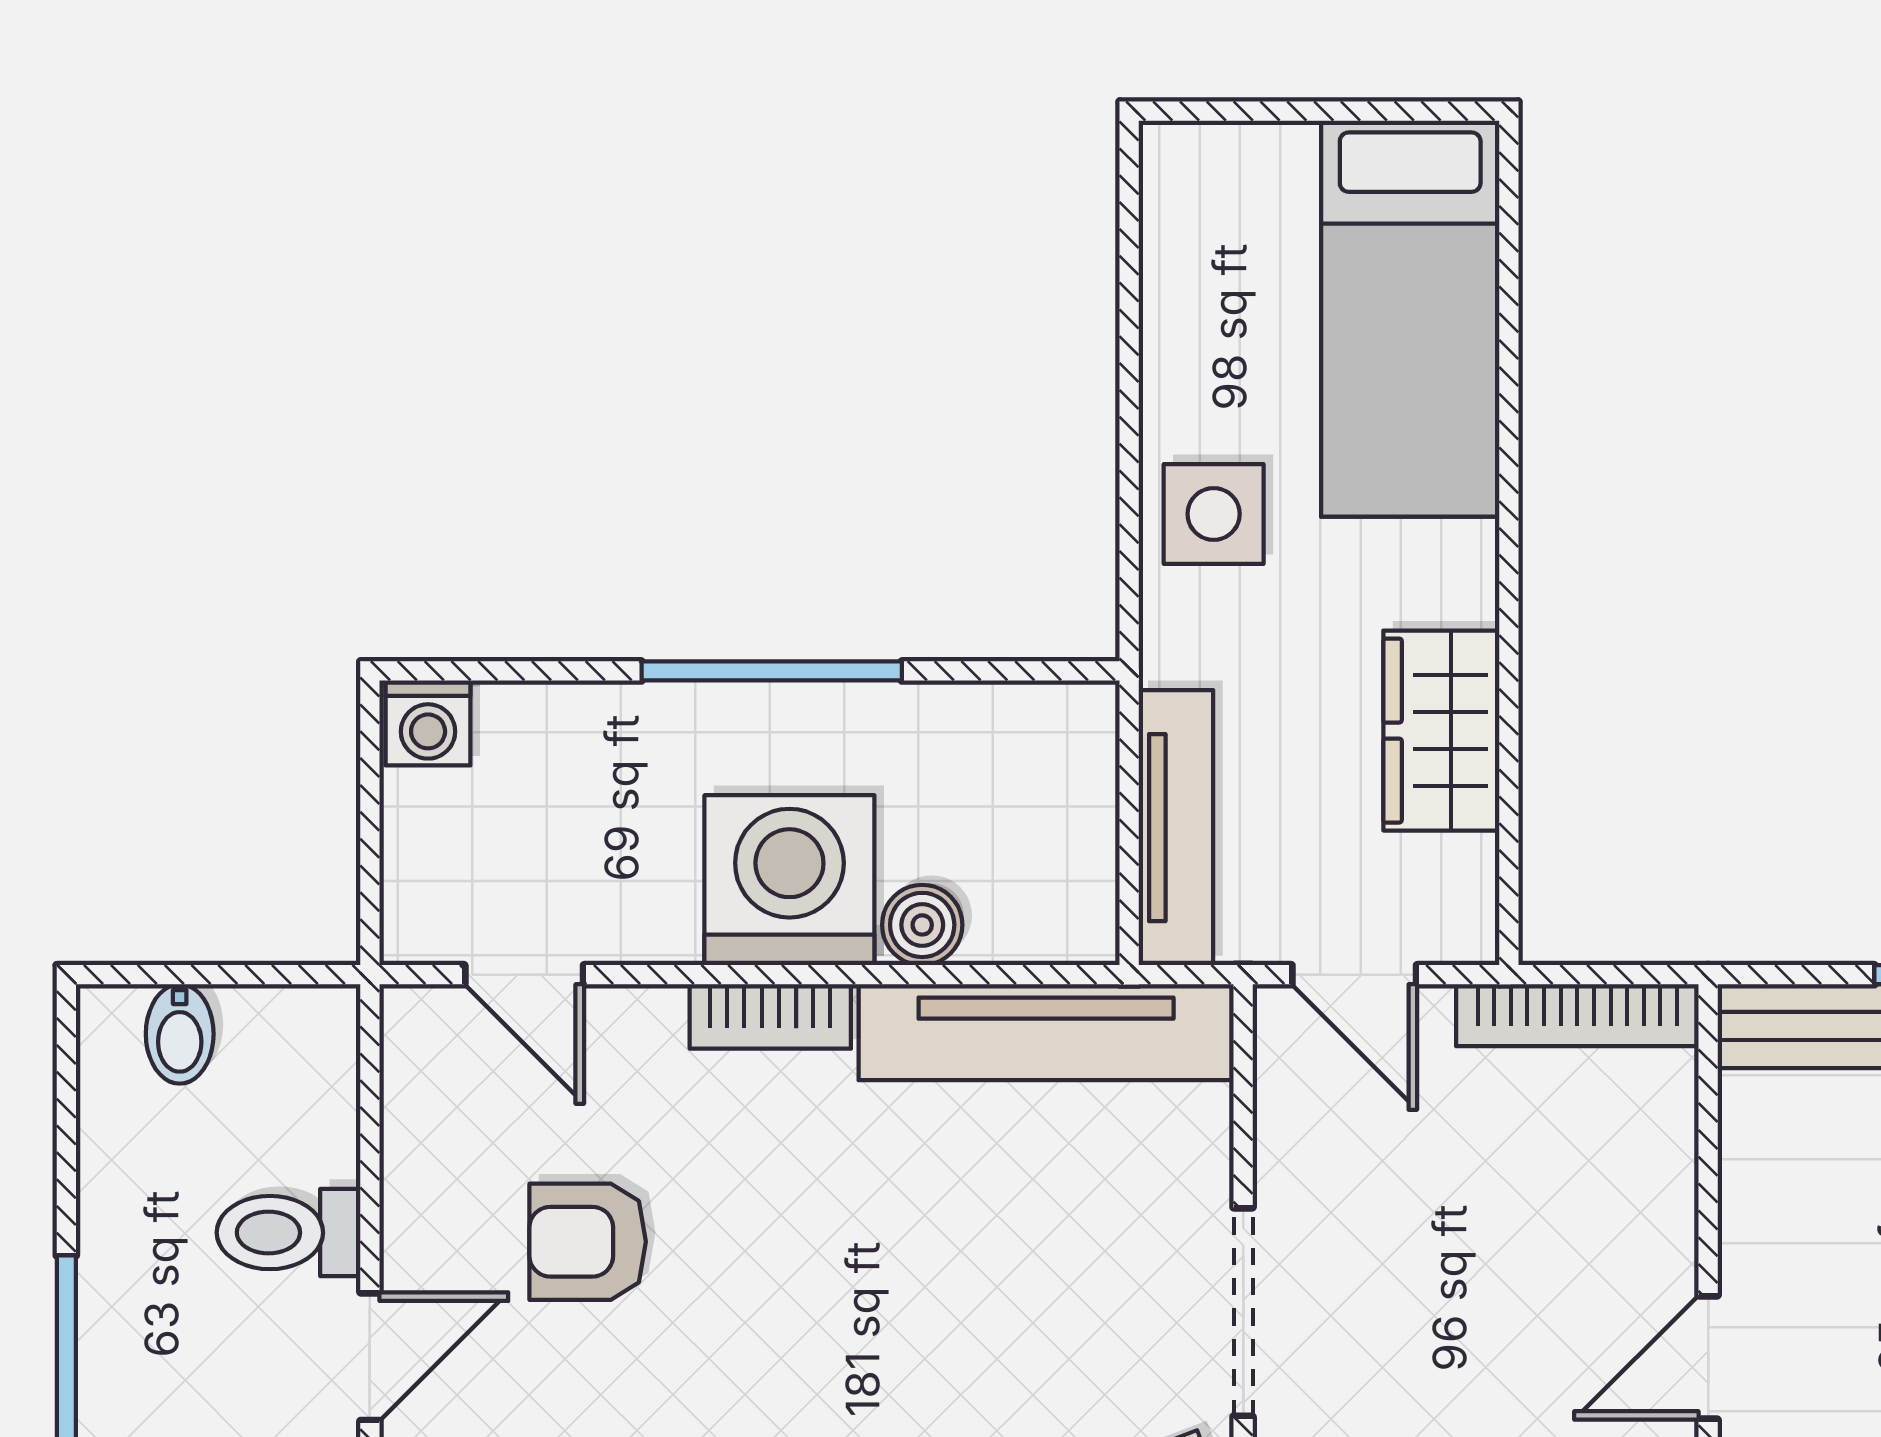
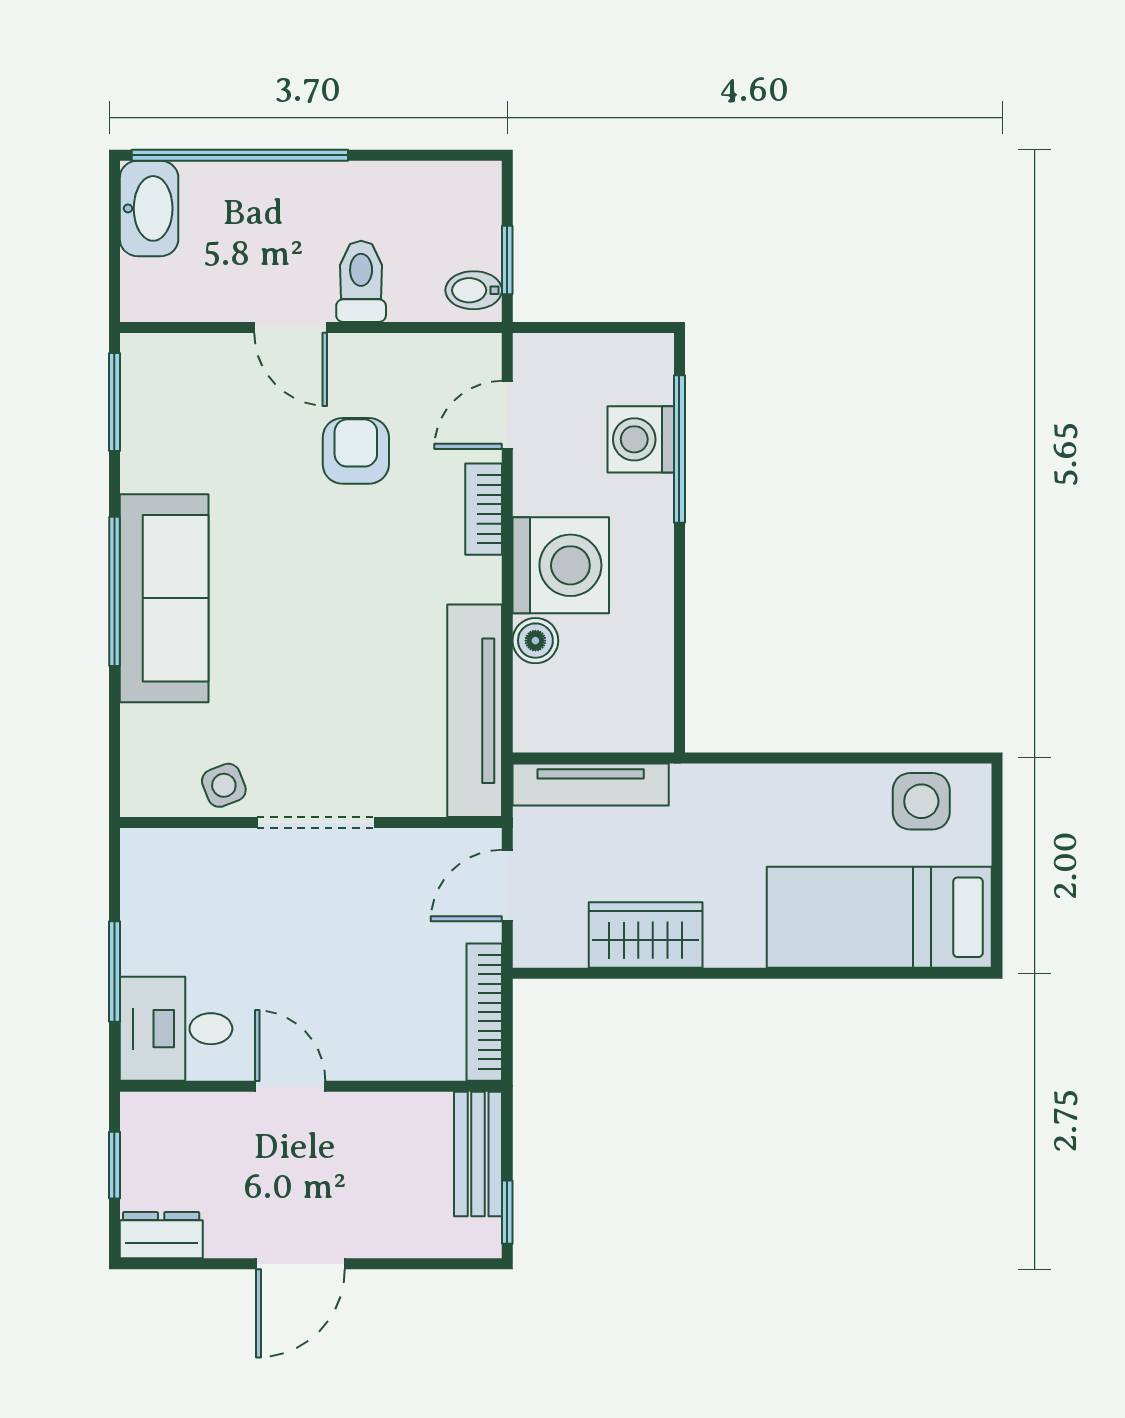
side table: (1214, 514) -> (921, 801), moved
window: (772, 671) -> (679, 449), moved
washing machine: (428, 723) -> (641, 439), moved, width x1.38, depth x1.38
window: (251, 975) -> (507, 260), added
bookcase: (770, 1016) -> (484, 509), moved
bidet: (180, 1034) -> (474, 290), moved

